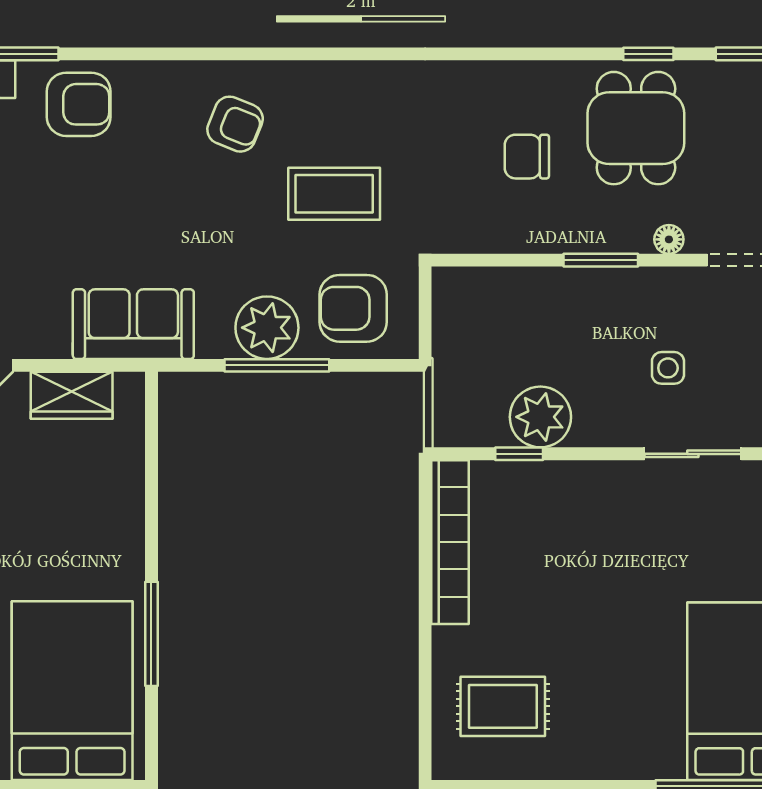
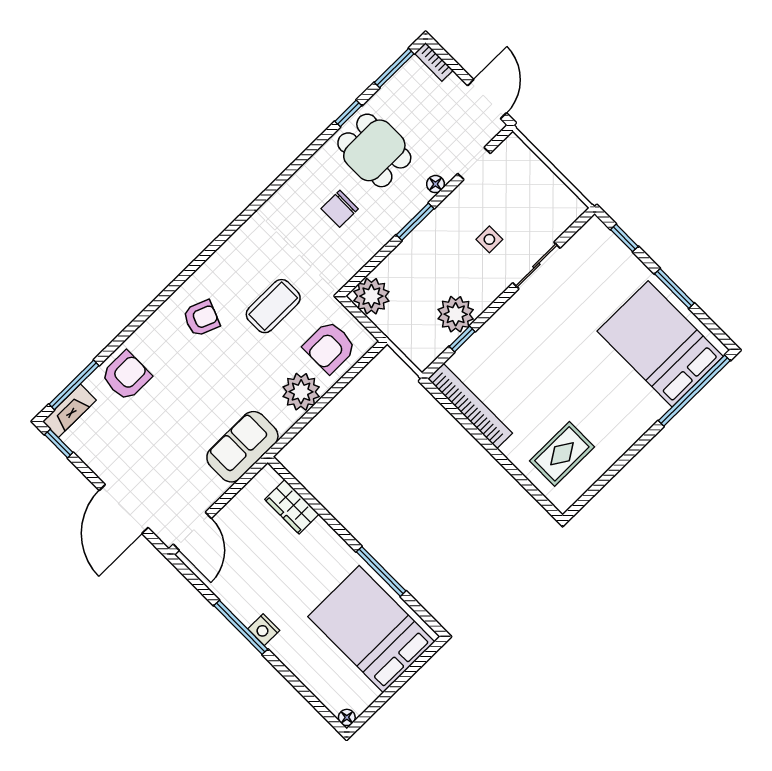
plant: (462, 297) -> (371, 296), added
window: (277, 365) -> (321, 404), removed
wardrobe: (72, 395) -> (292, 507), moved, turned 90

